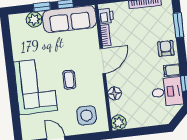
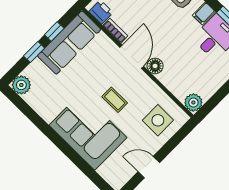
plant: (34, 20) -> (21, 85), moved
floor lamp: (115, 93) -> (155, 66), moved

